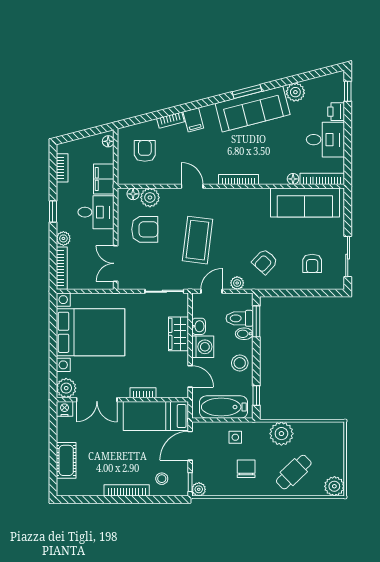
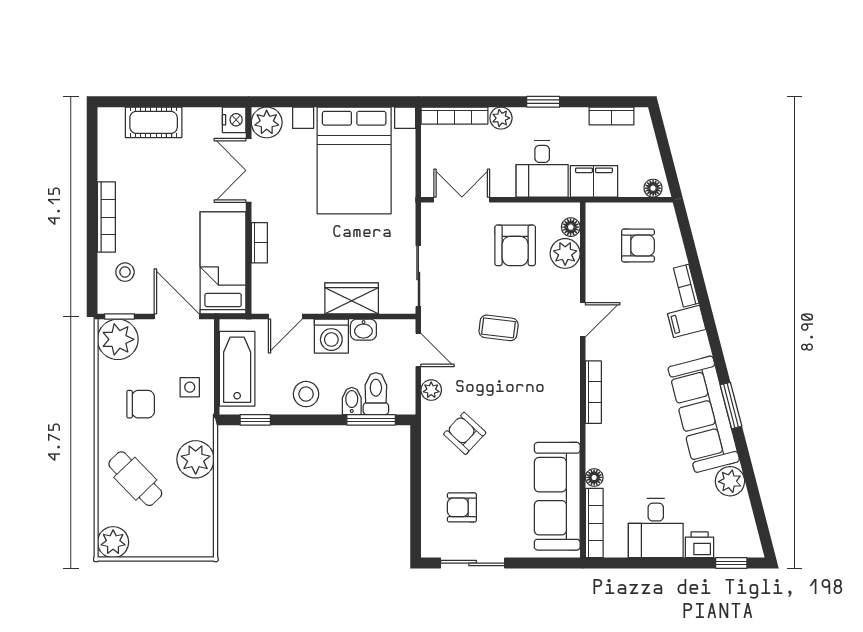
coffee table: (197, 240) -> (499, 328), width x0.54, depth x0.58
plant: (199, 489) -> (118, 339), width x1.87, depth x1.87

